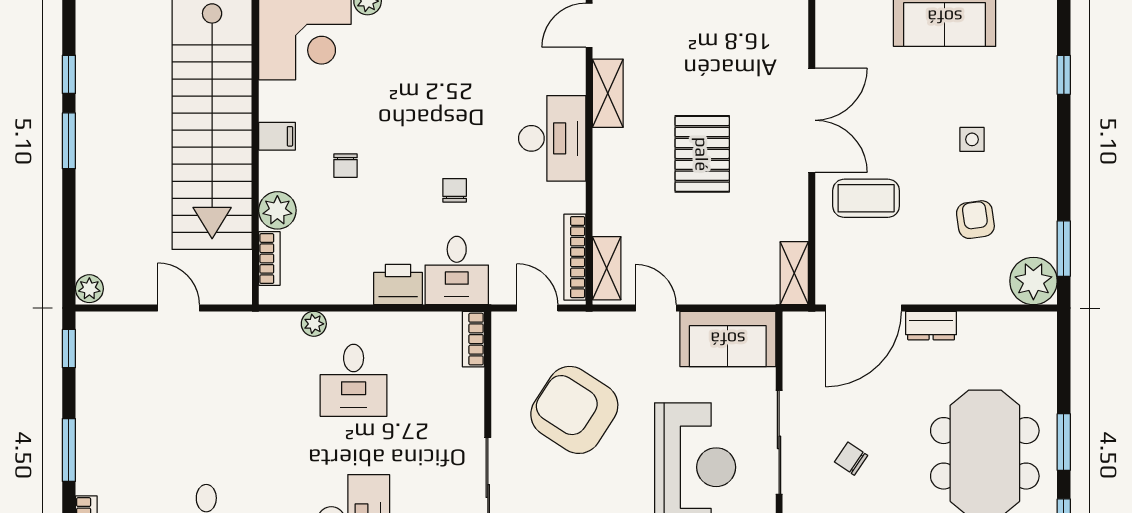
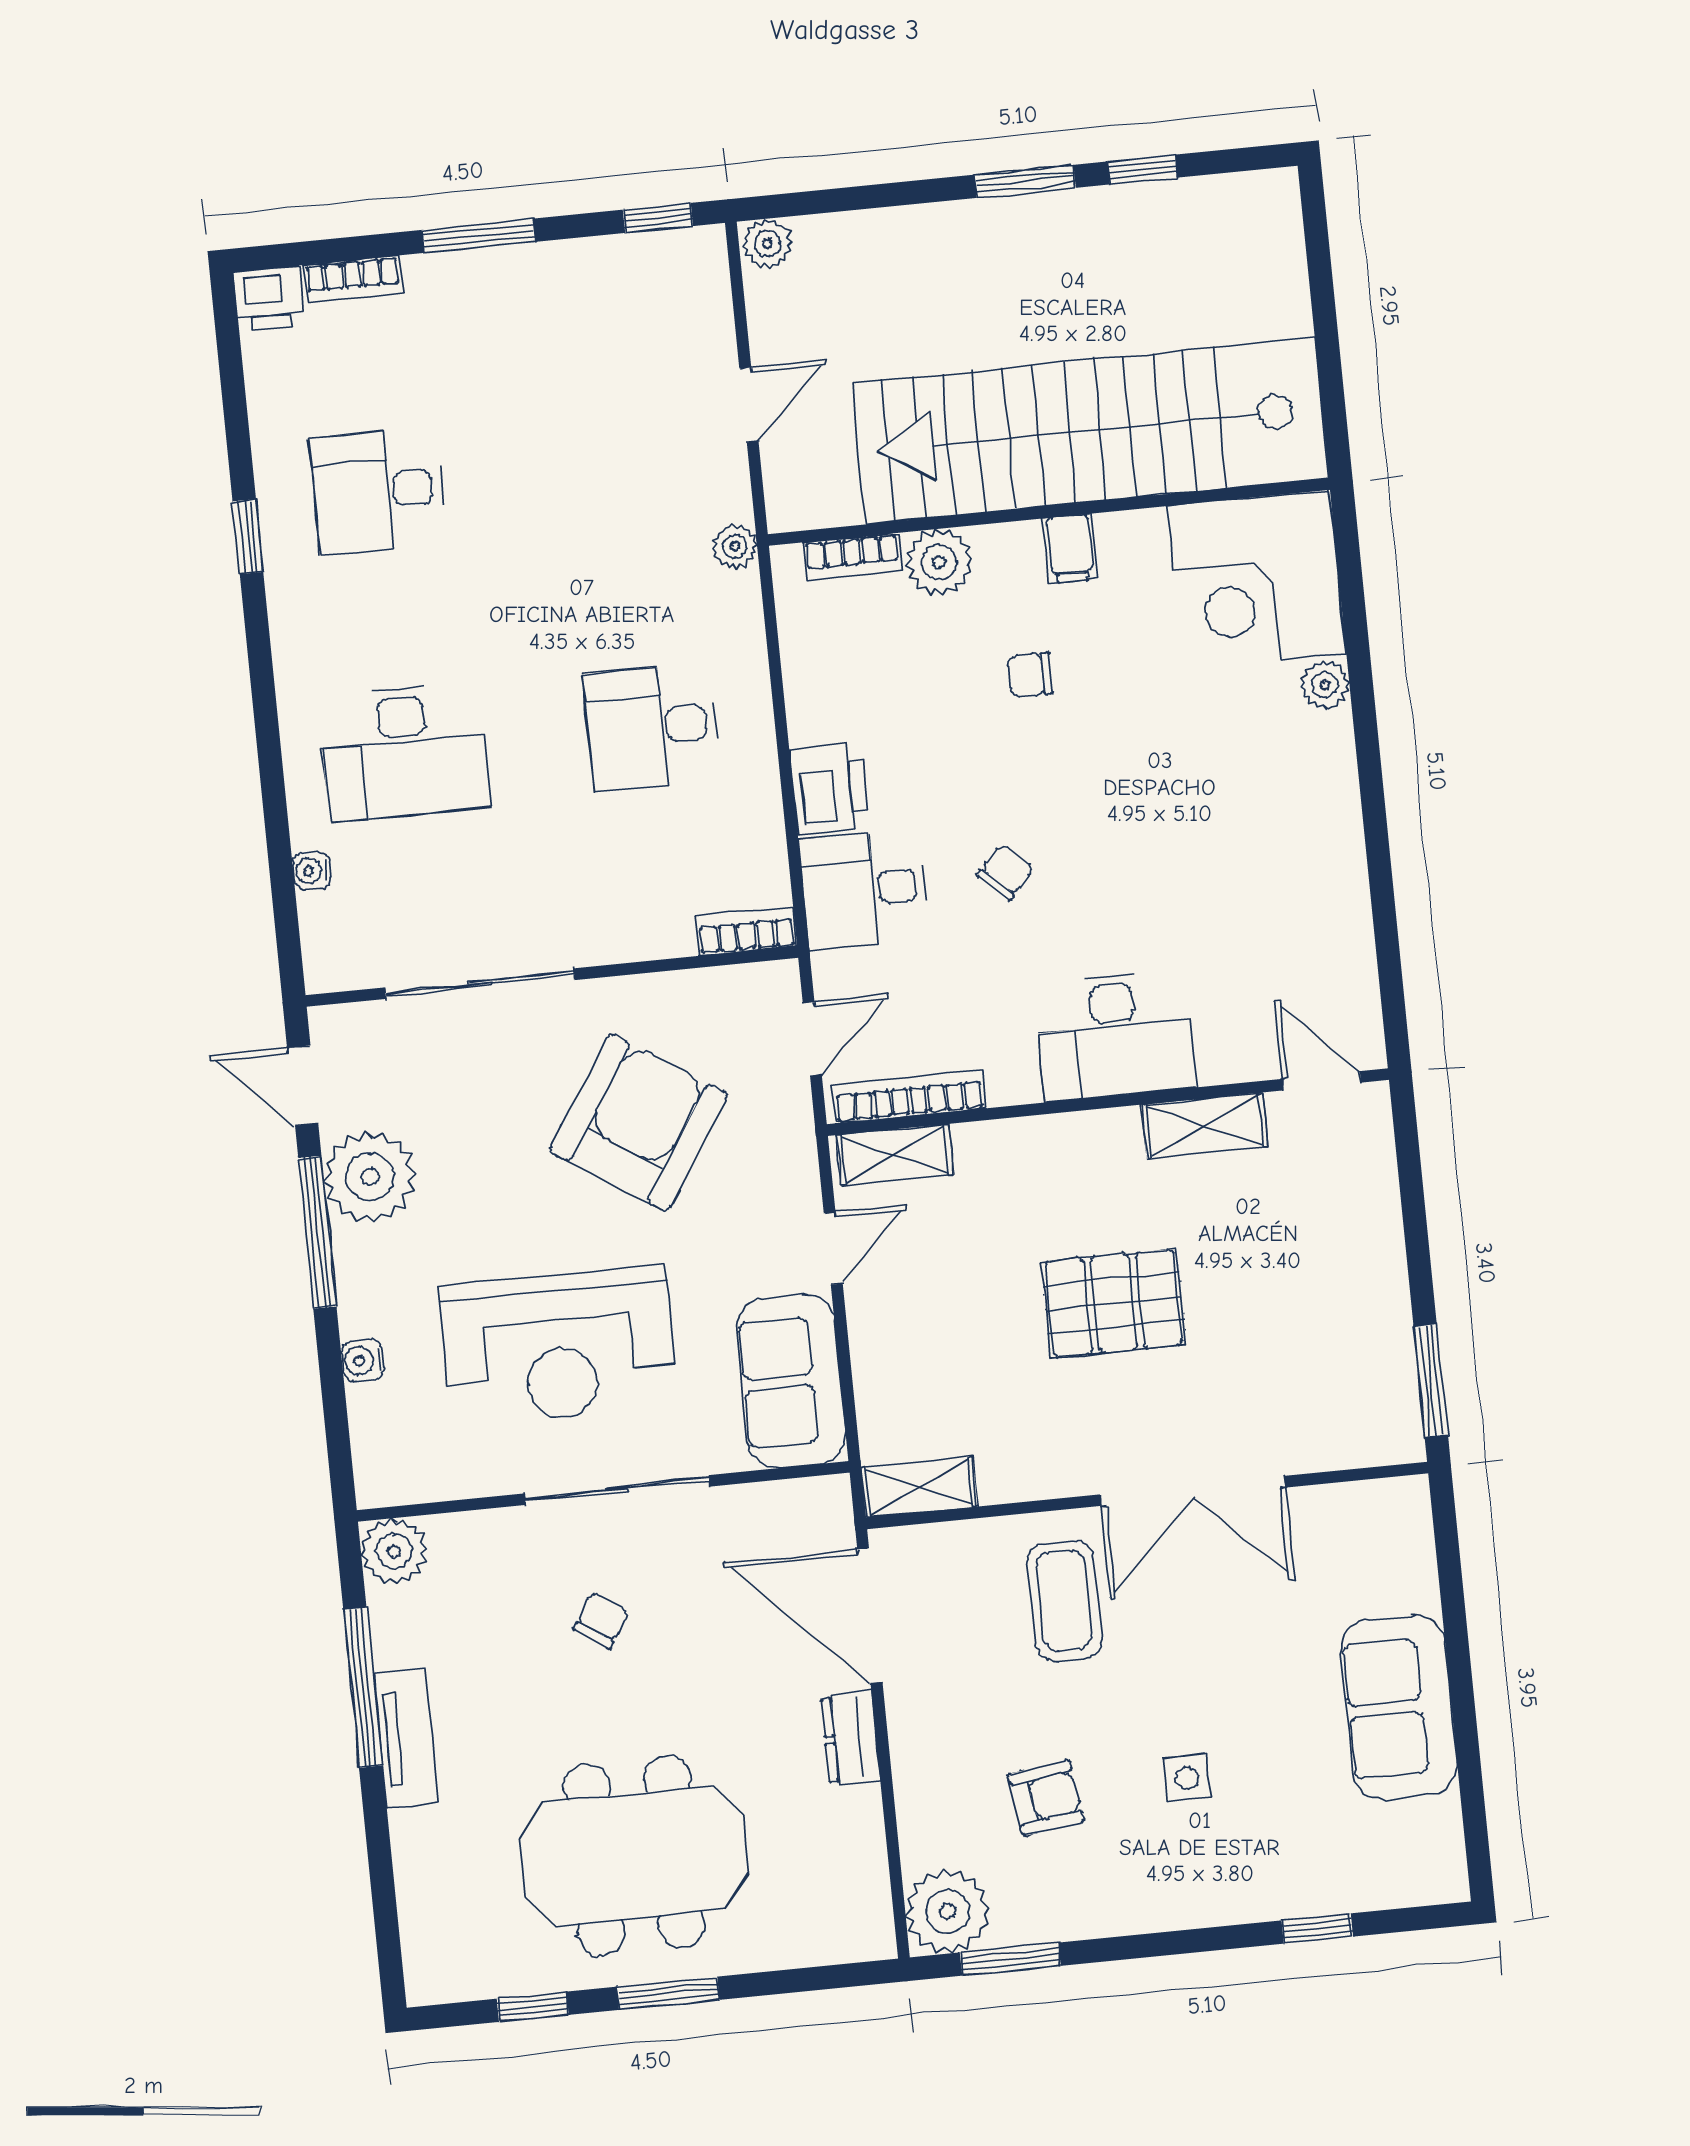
chair: (455, 190) -> (1006, 872), turned -47
plant: (314, 324) -> (735, 546), moved

